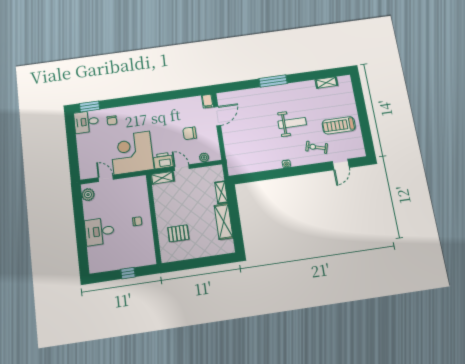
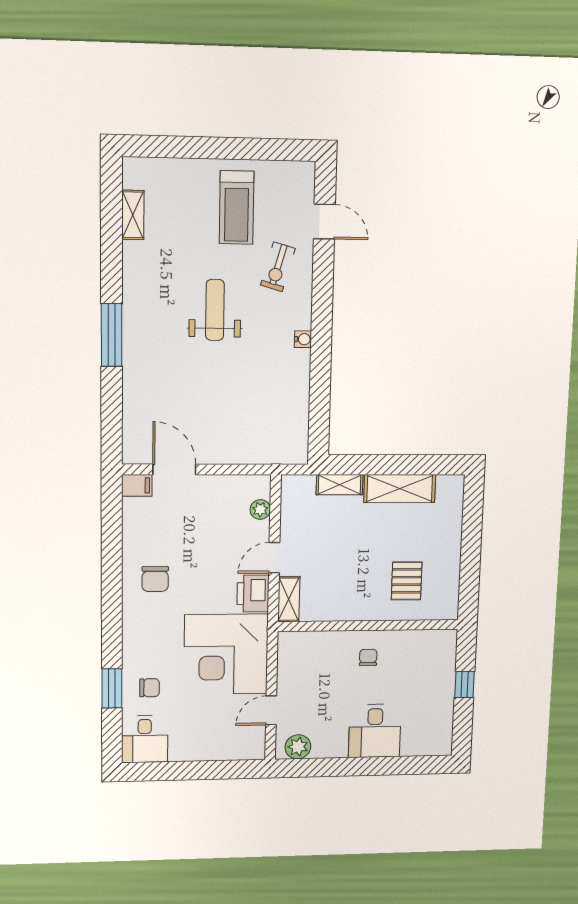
window: (90, 106) -> (112, 688), moved
chair: (190, 133) -> (155, 579), moved

